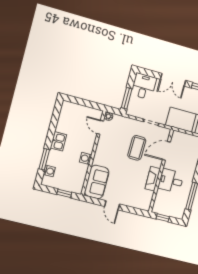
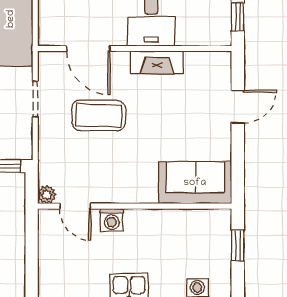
door: (100, 127) -> (75, 206), hinge flipped
washing machine: (86, 158) -> (112, 220), moved
door: (112, 205) -> (238, 107), moved

